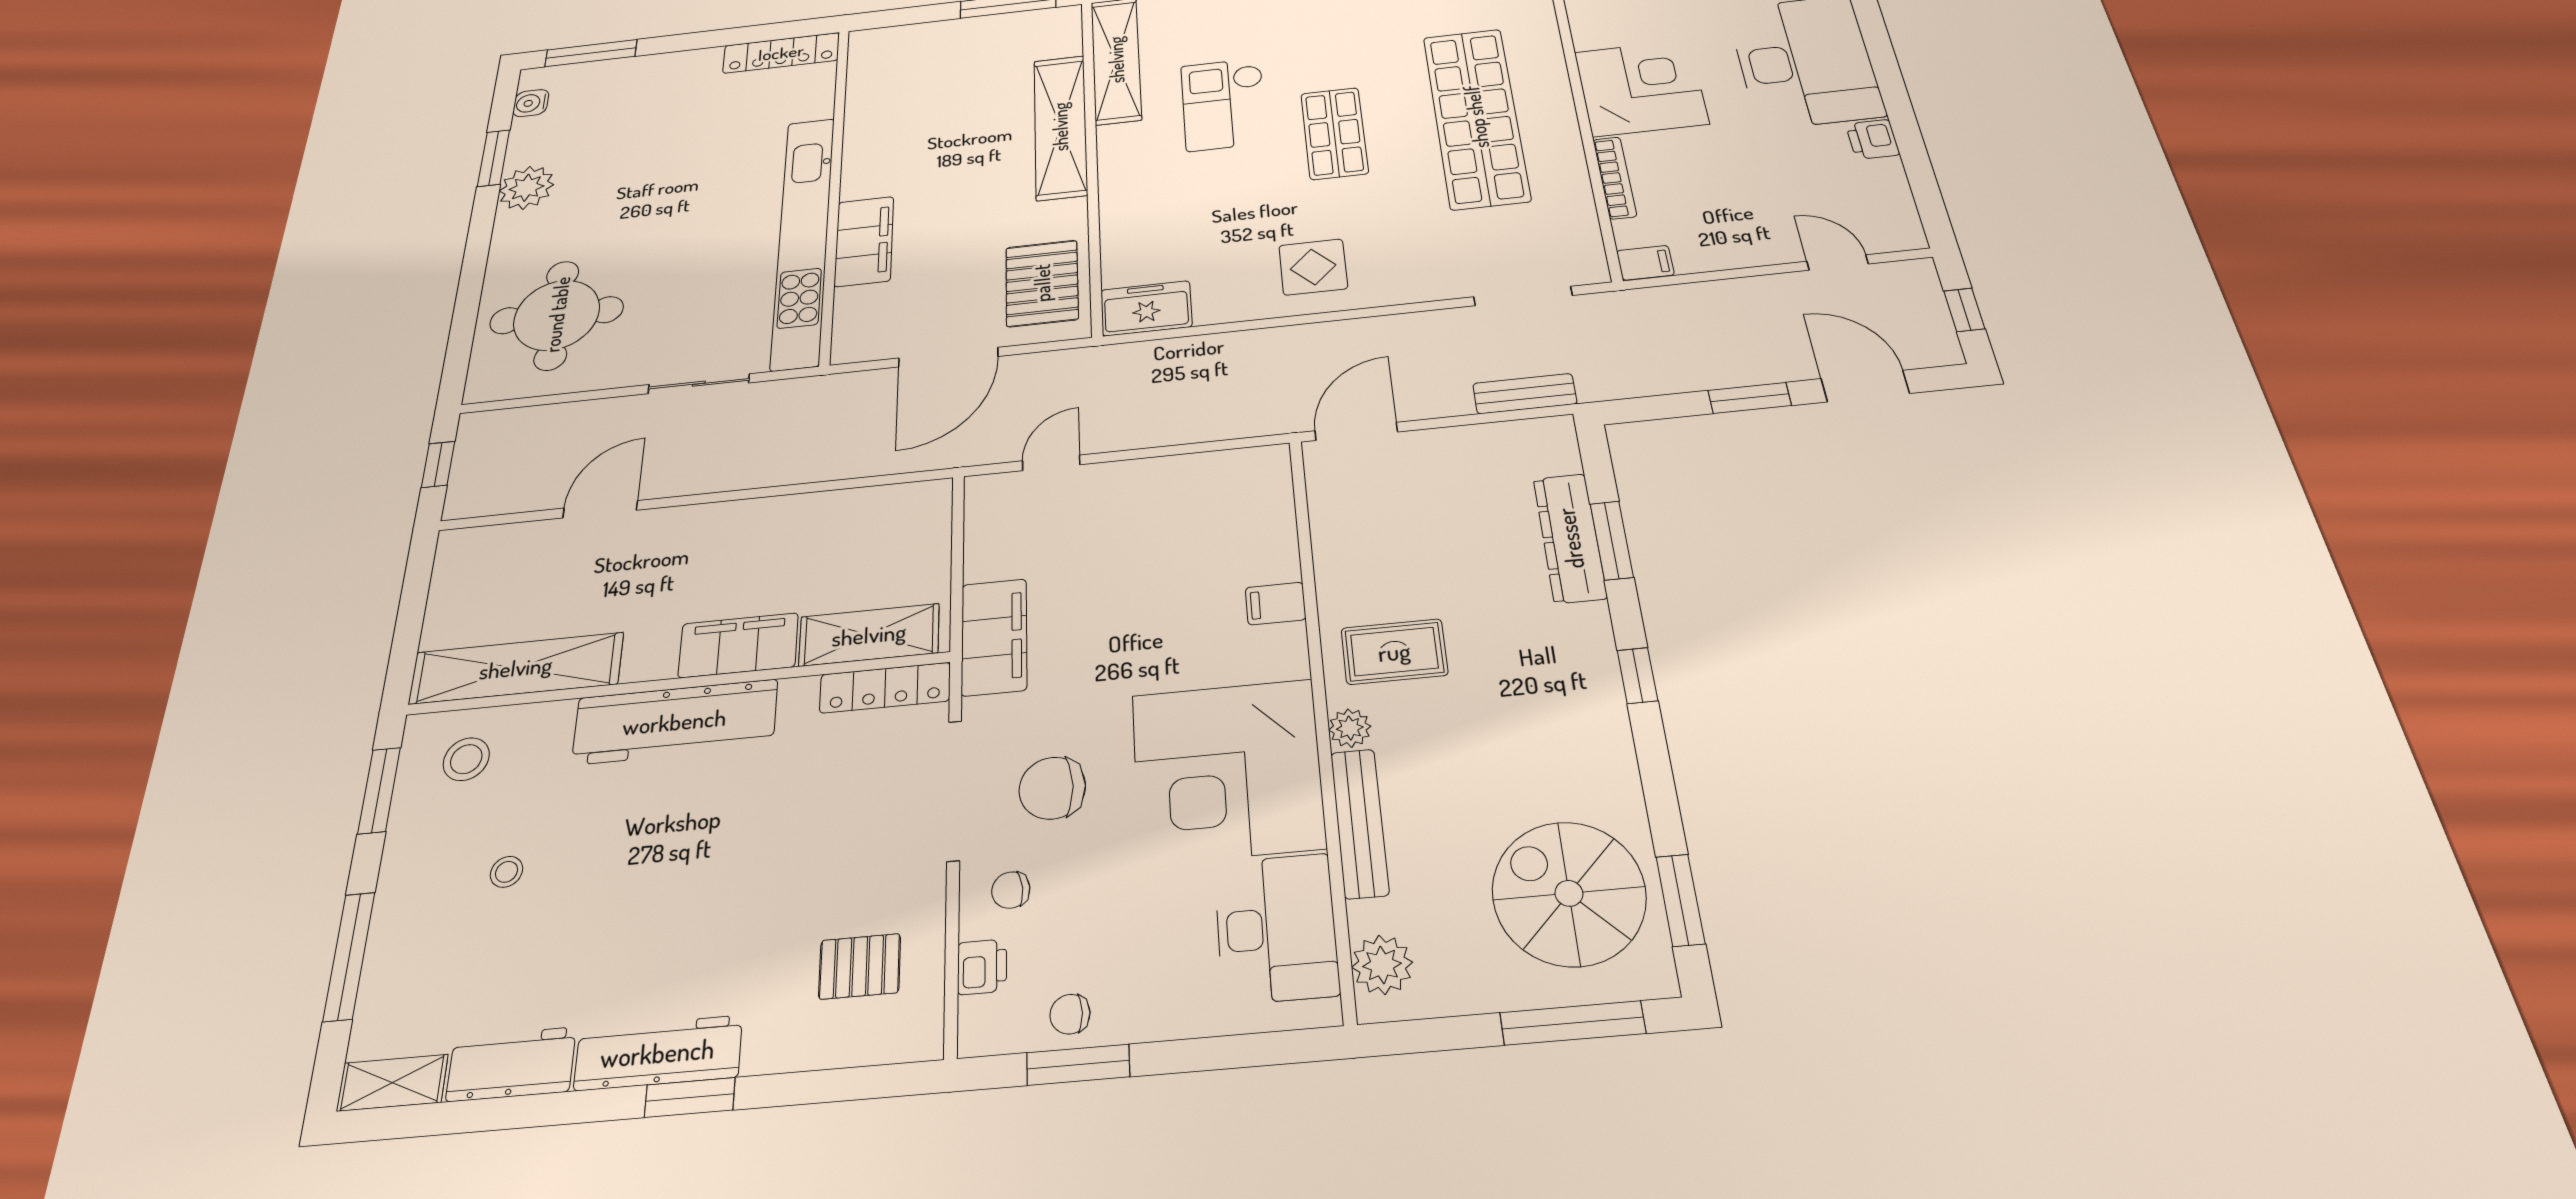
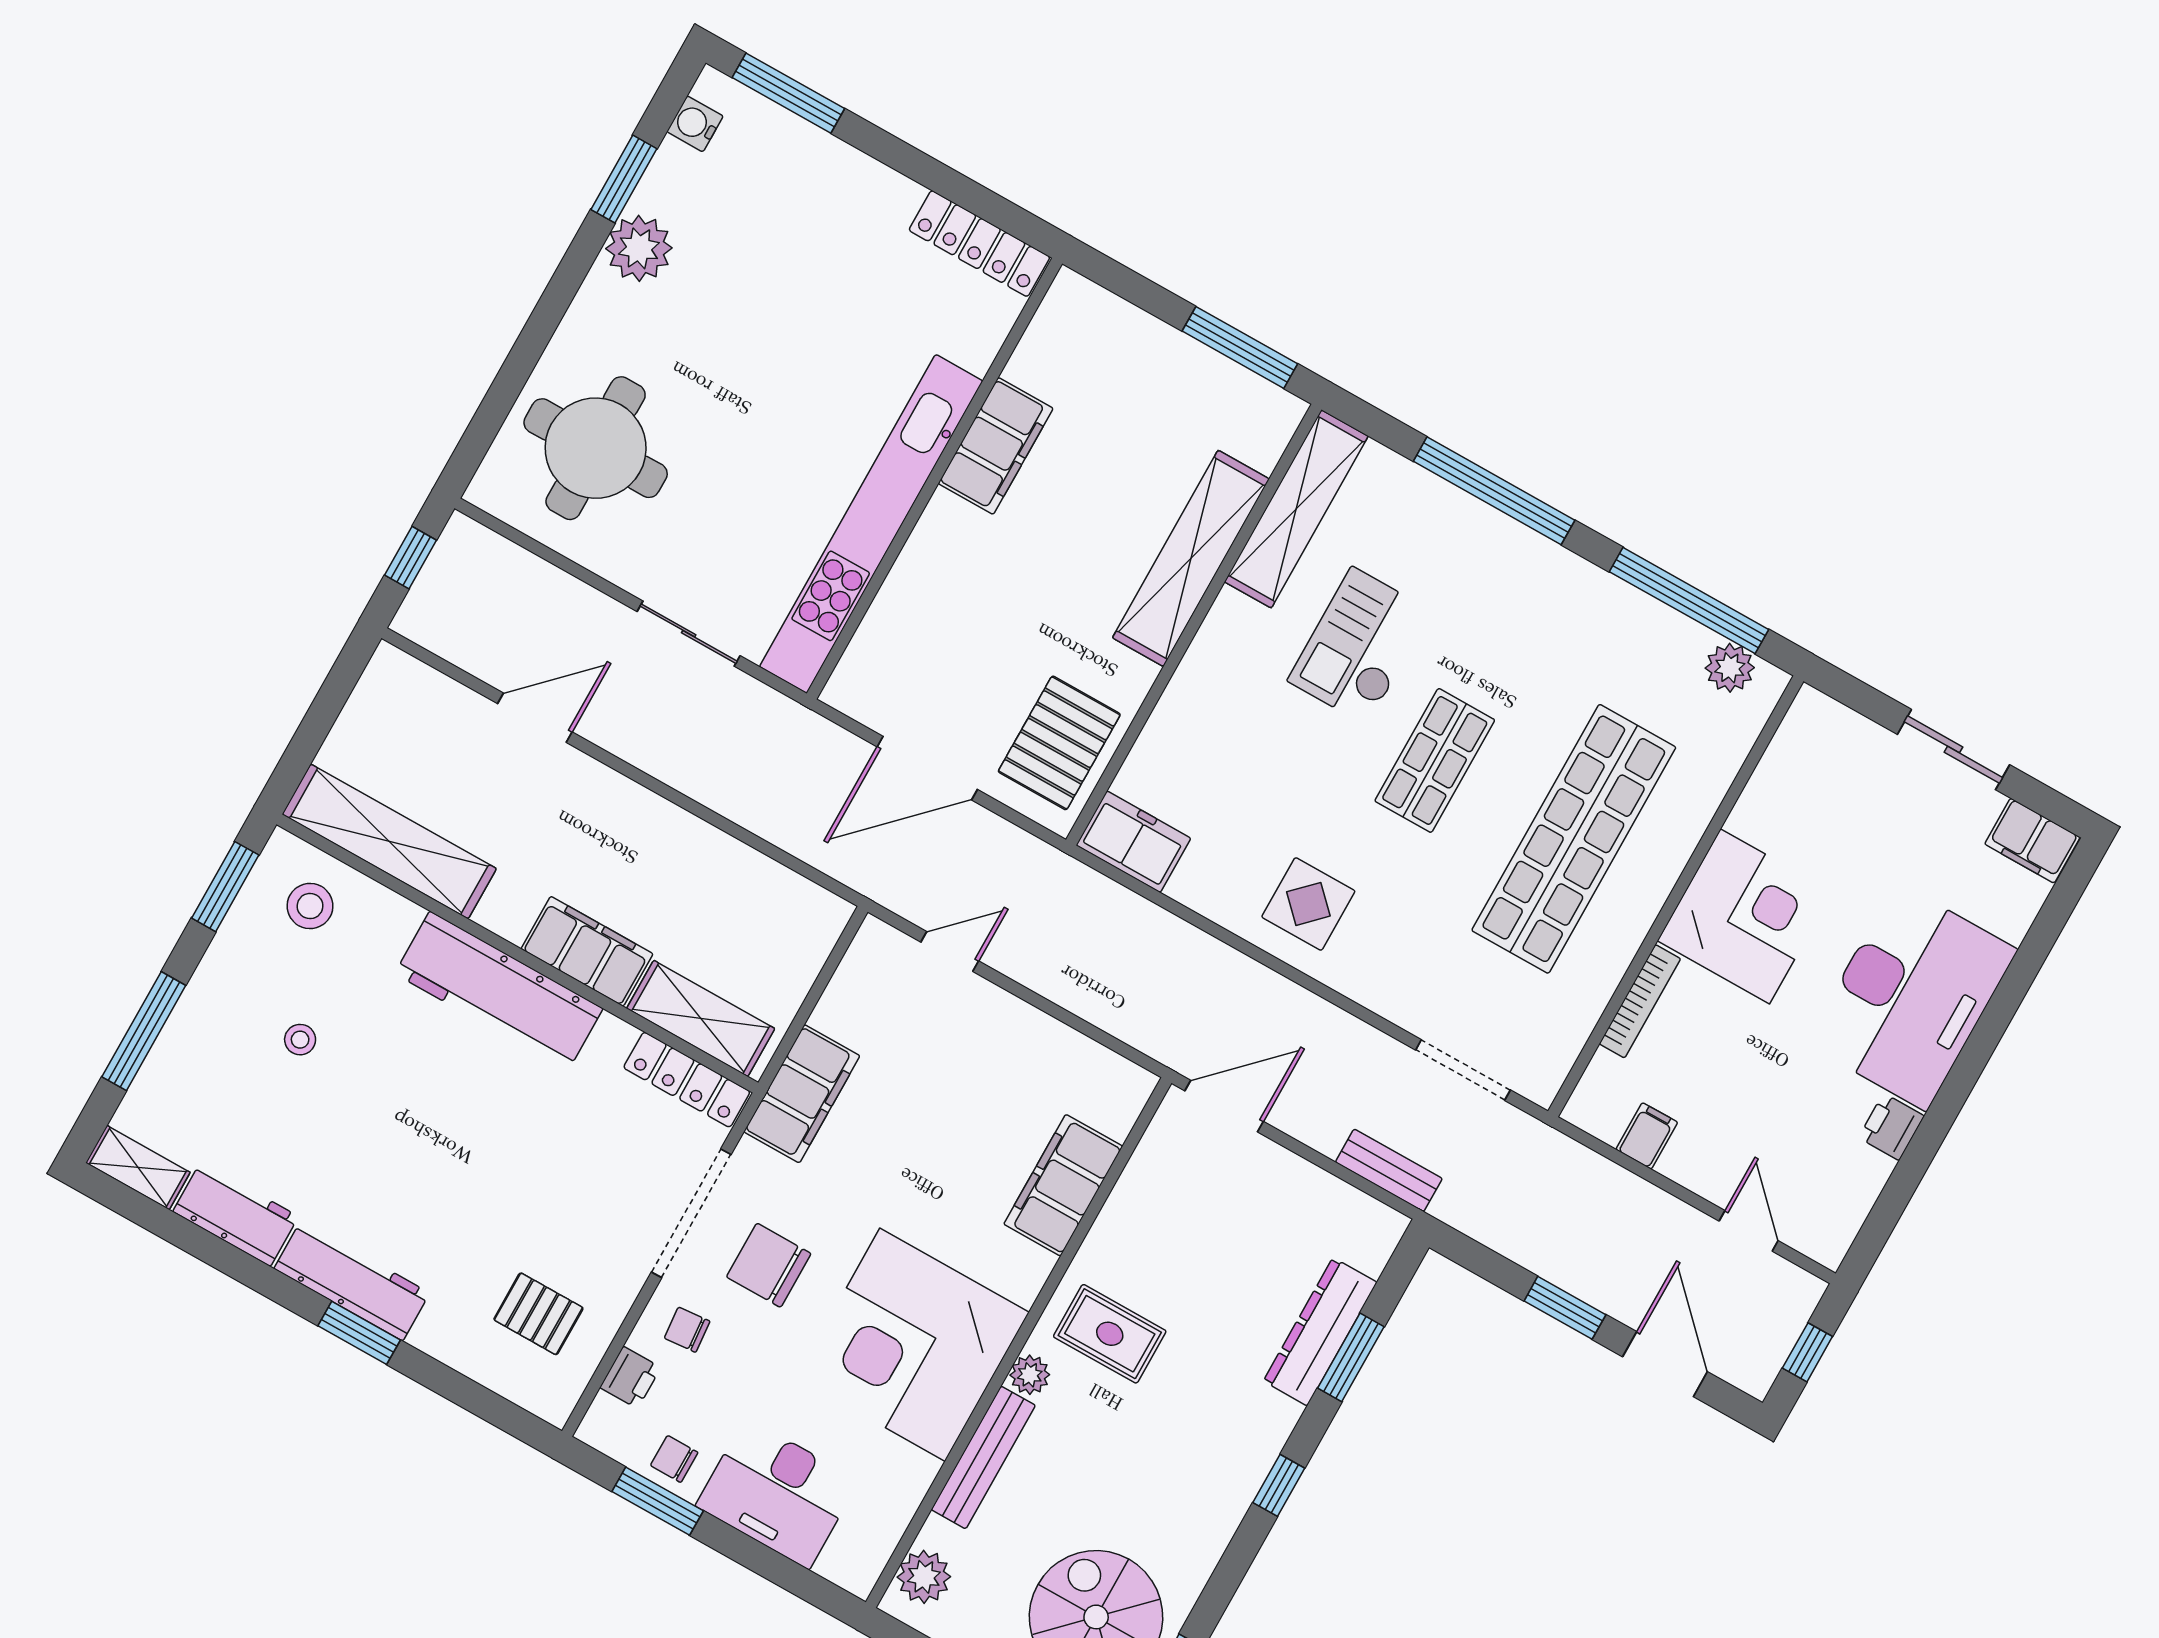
filing cabinet: (864, 241) -> (996, 446), moved
filing cabinet: (1645, 263) -> (1647, 1136), moved, turned -90
filing cabinet: (1276, 604) -> (1063, 1185), width x3.00, depth x1.17
desk: (1276, 928) -> (777, 1493), moved, turned 90

